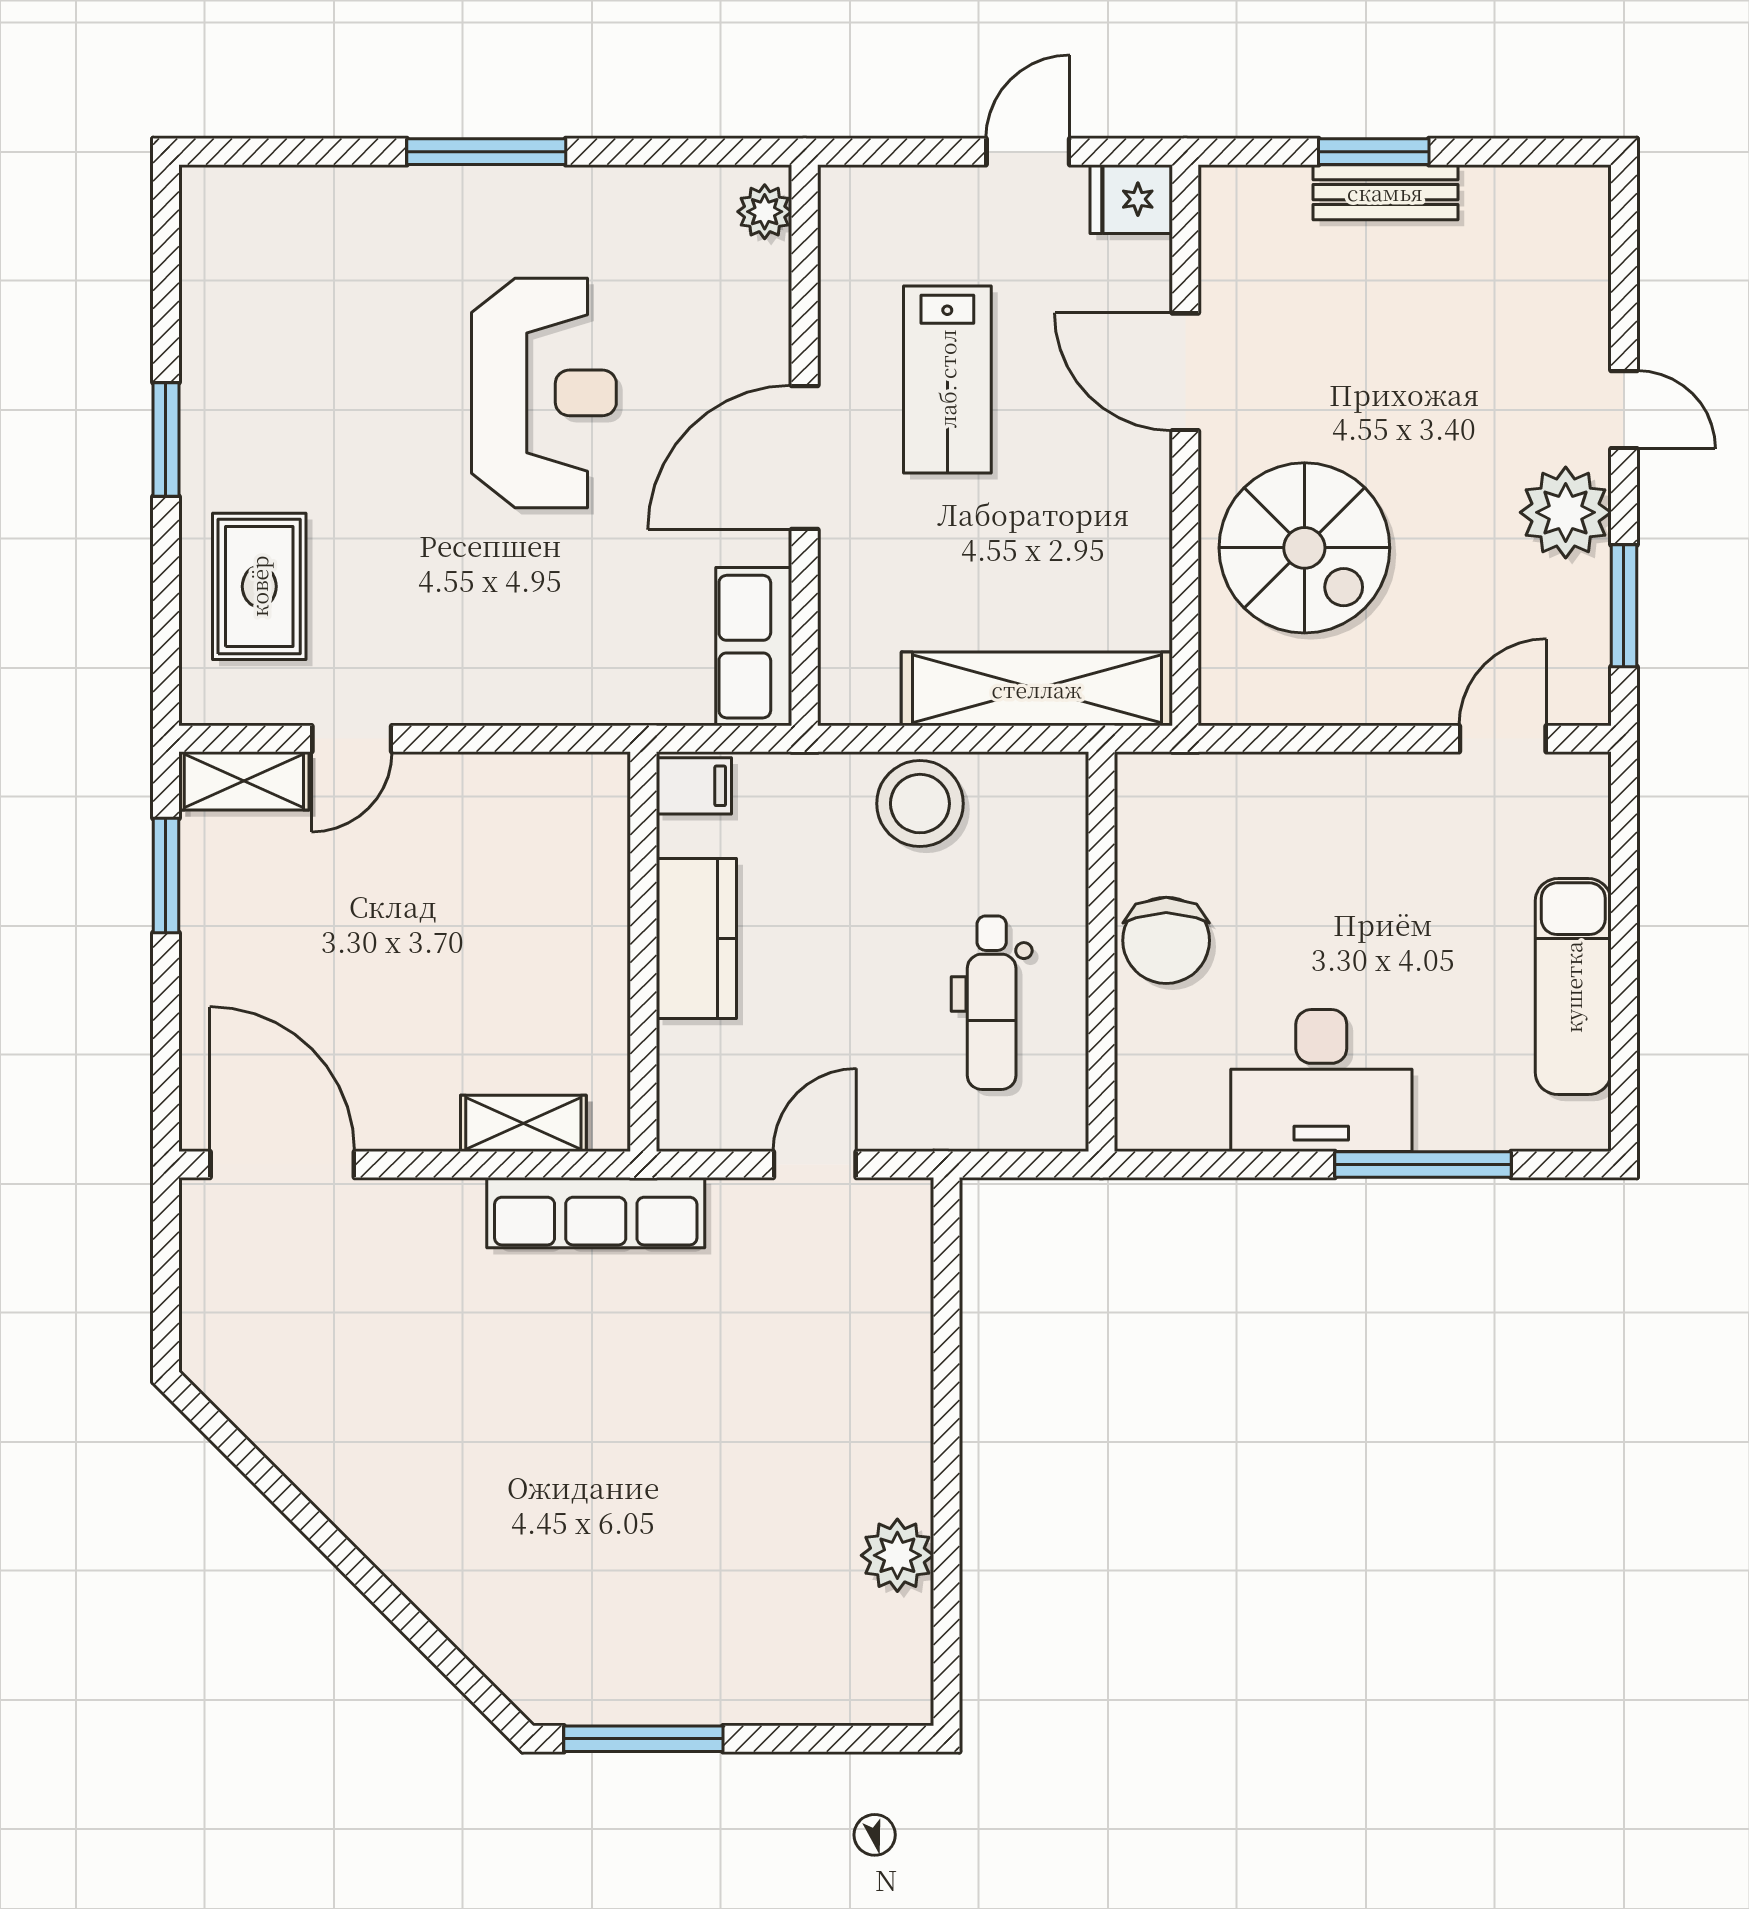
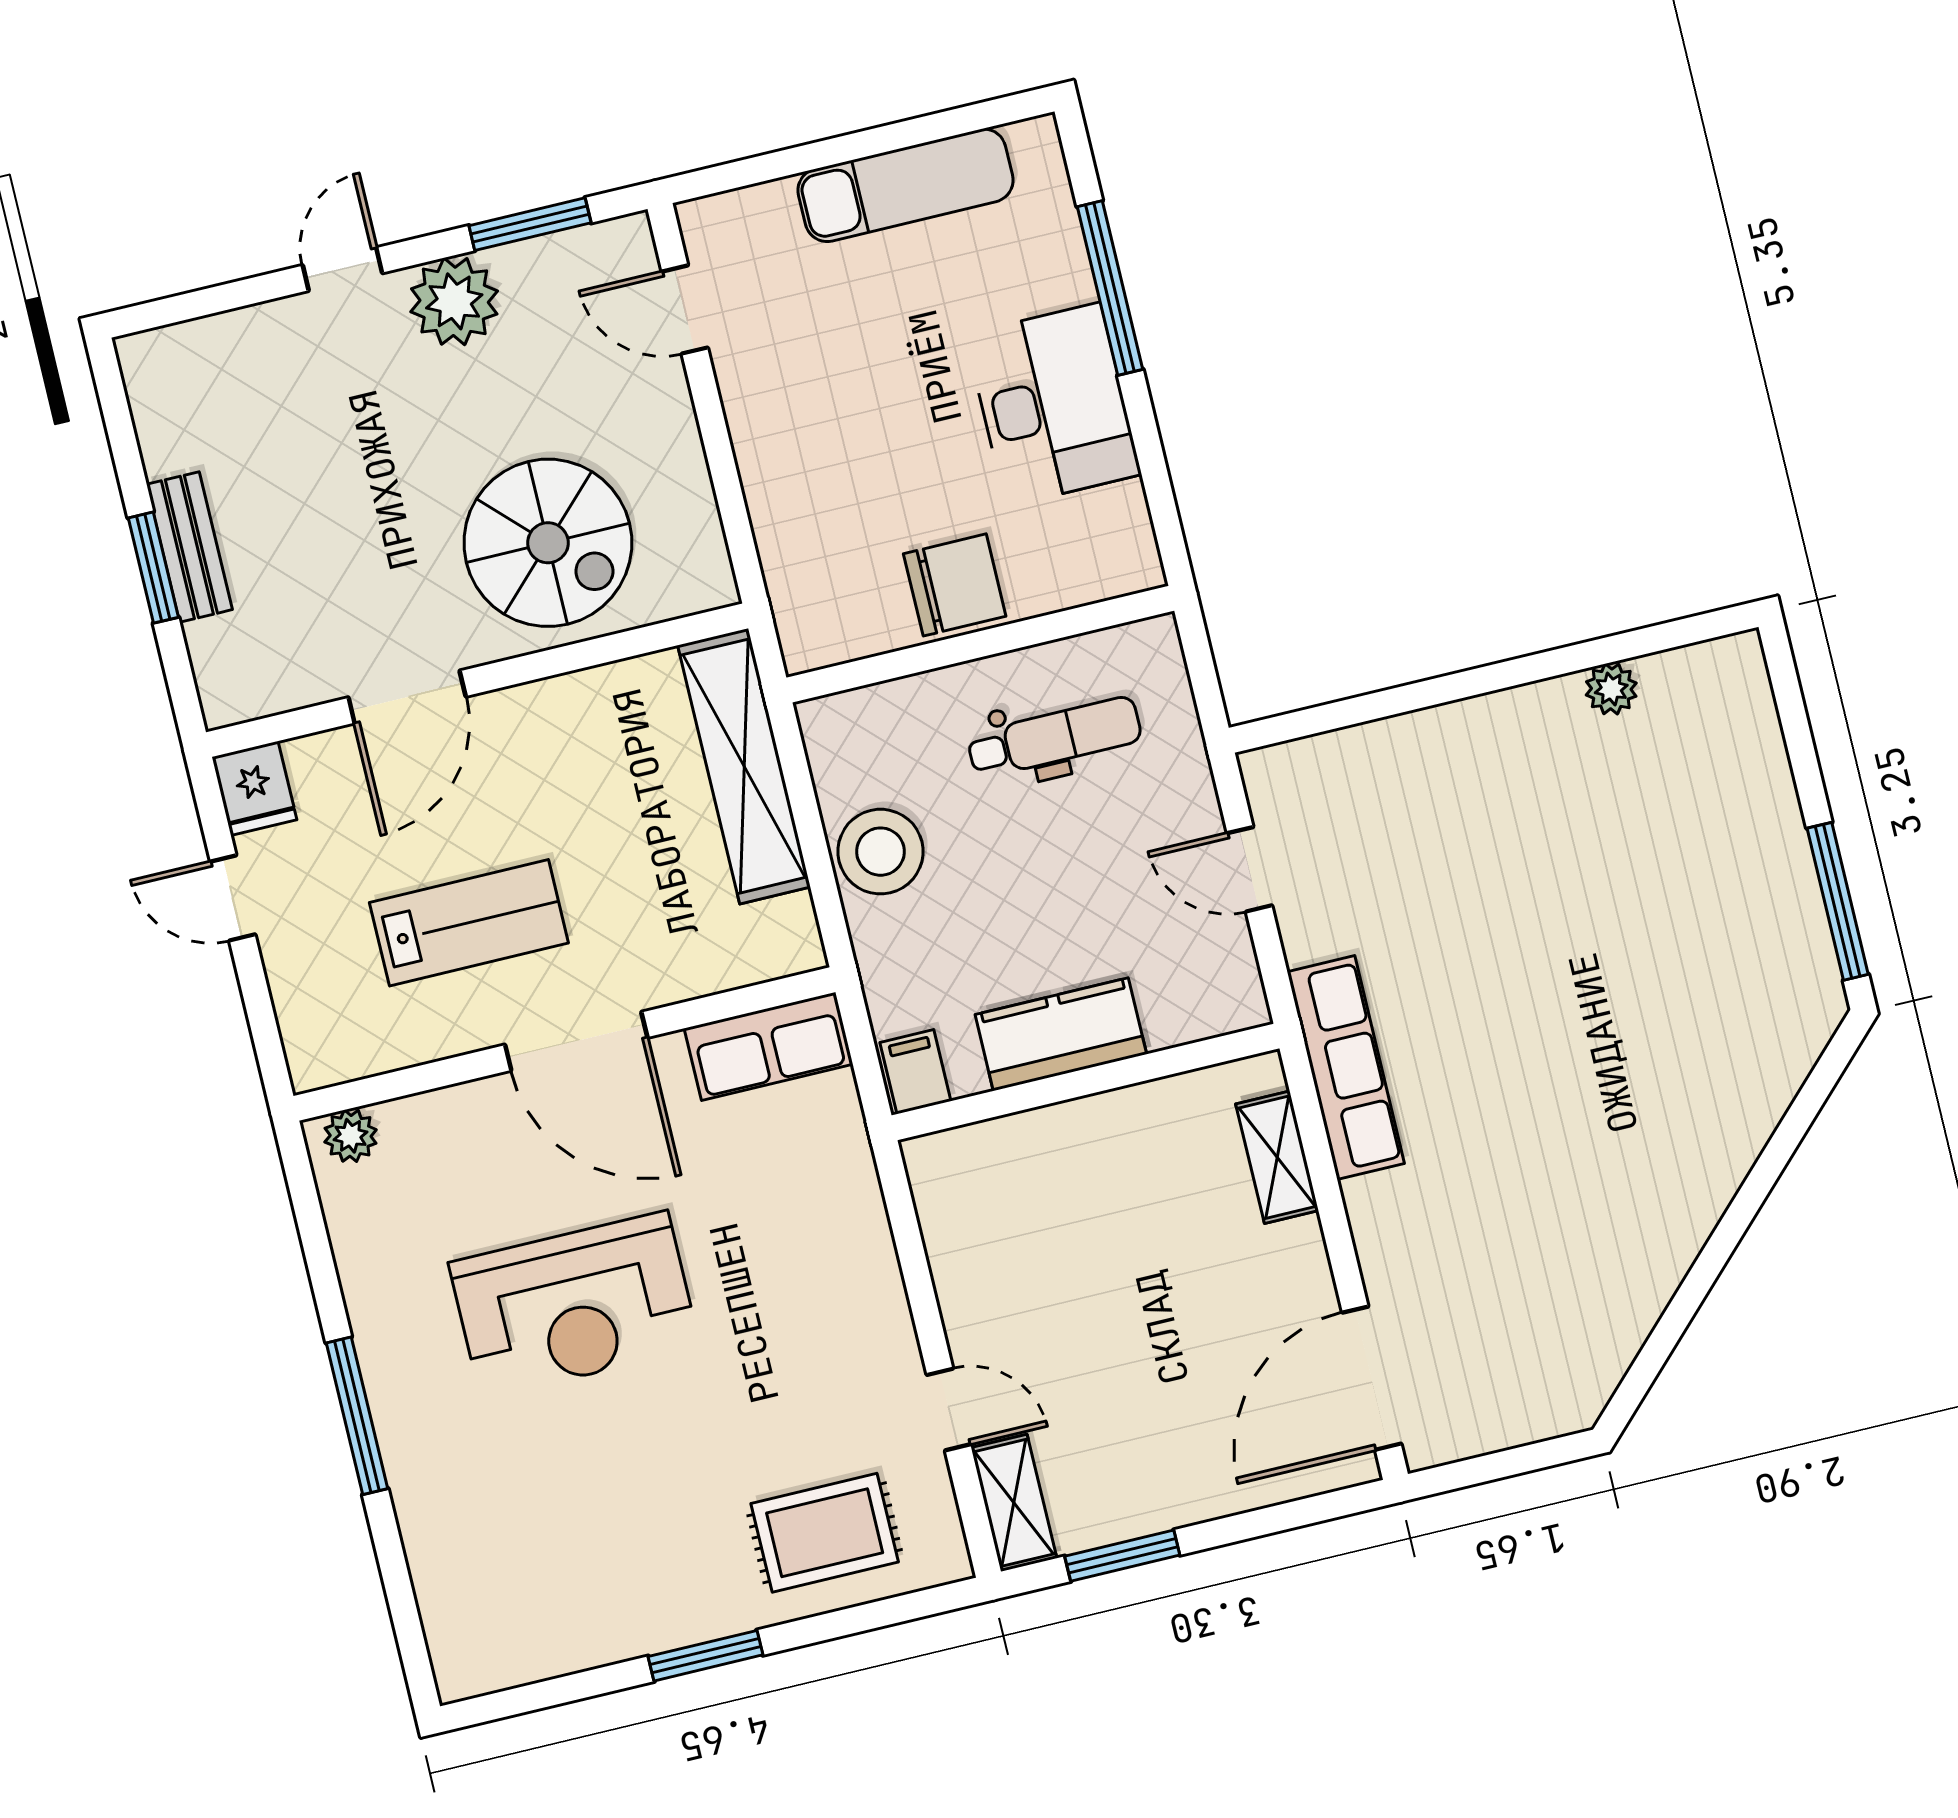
reception desk: (544, 393) -> (574, 1305), turned 180
spiral stairs: (1304, 548) -> (548, 543), turned 90
plant: (897, 1555) -> (1611, 689), width x0.73, depth x0.73

